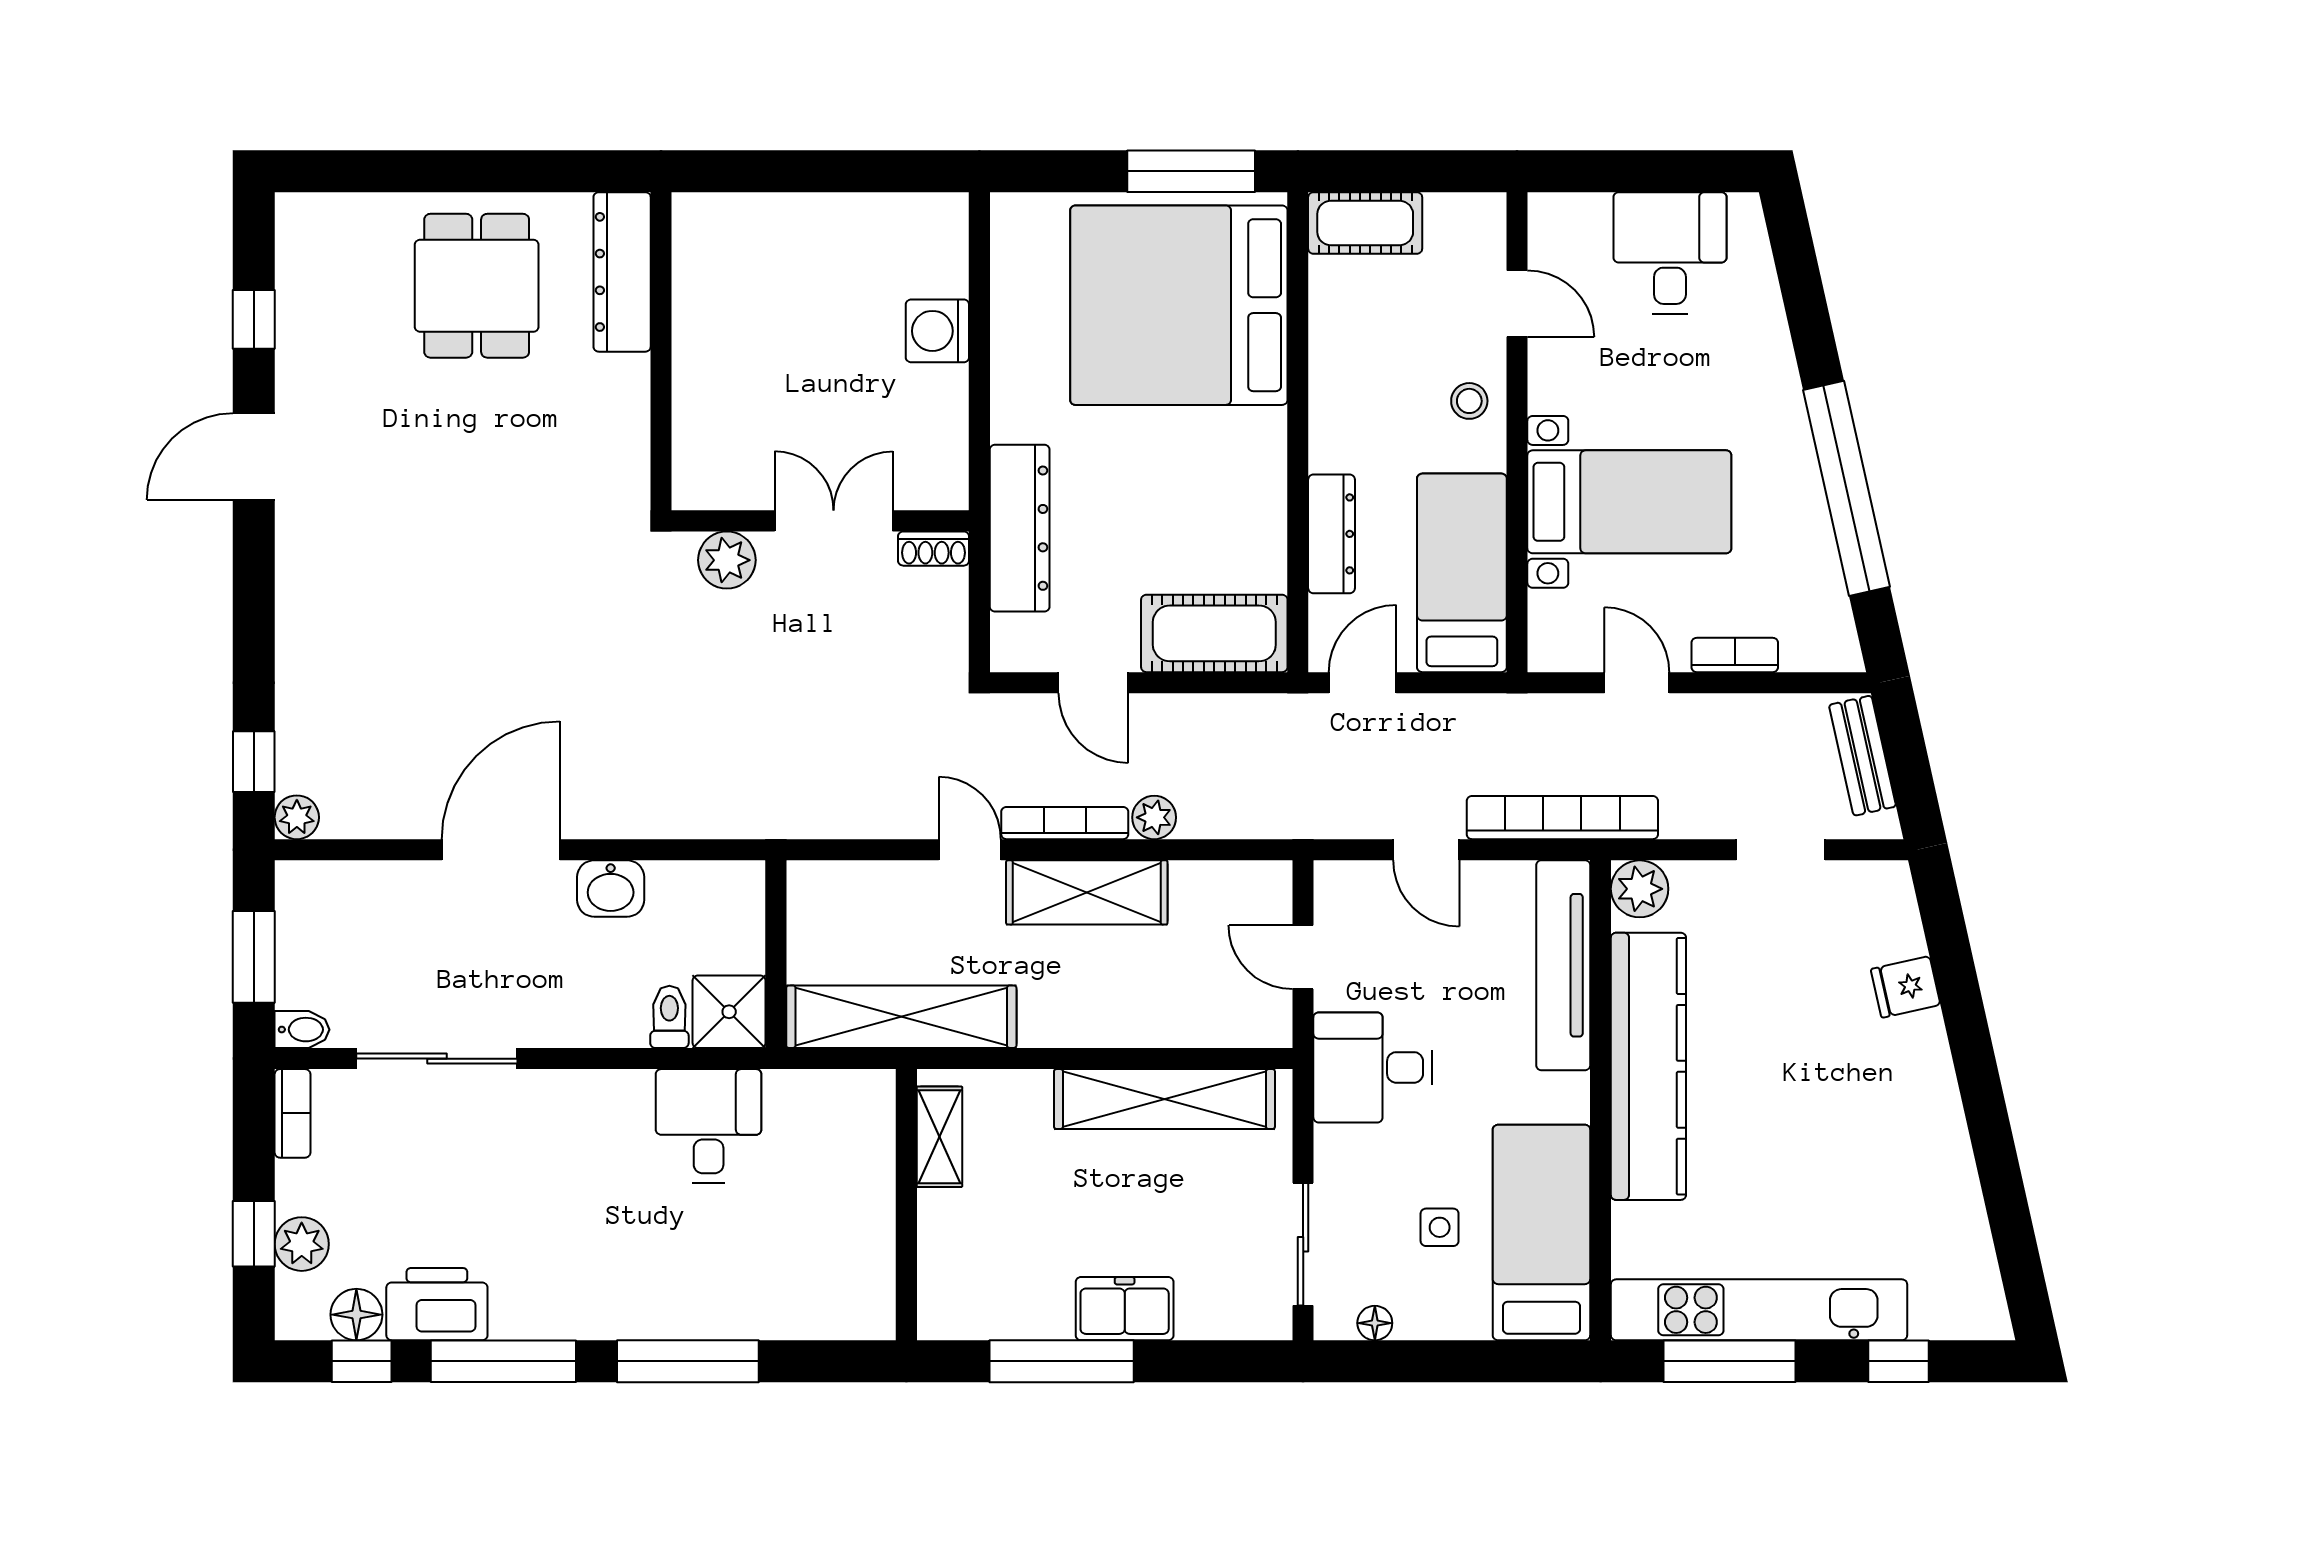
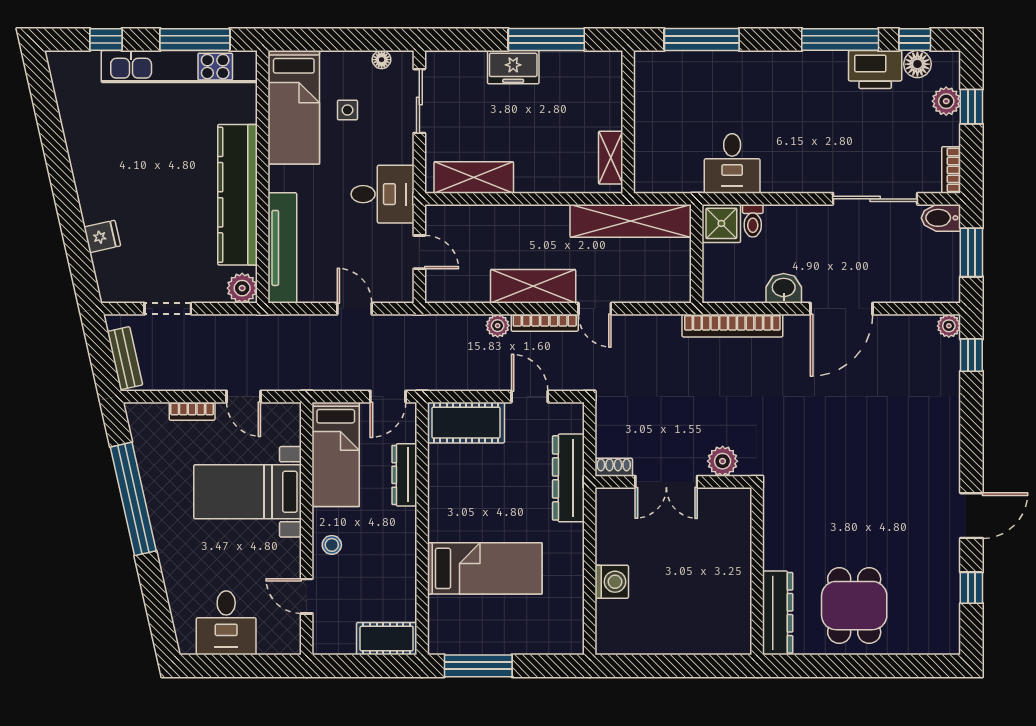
bed: (1179, 305) -> (485, 568), width x0.49
bookcase: (1562, 818) -> (732, 326), moved
bidet: (302, 1030) -> (941, 218), width x1.38, depth x1.36
shelving: (1164, 1099) -> (474, 177), width x0.68
window: (688, 1361) -> (702, 39), moved

